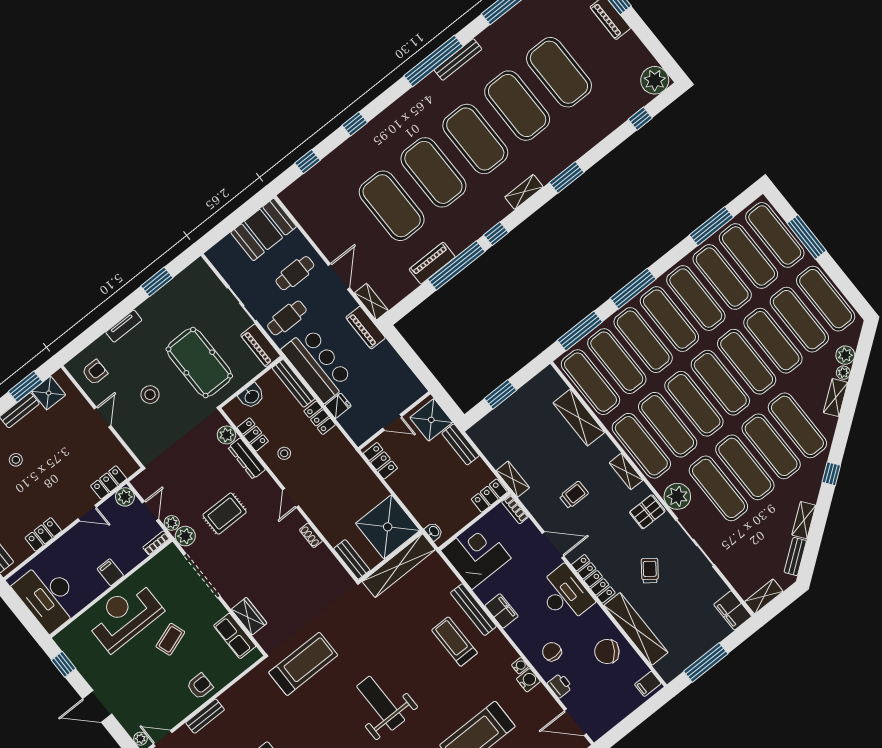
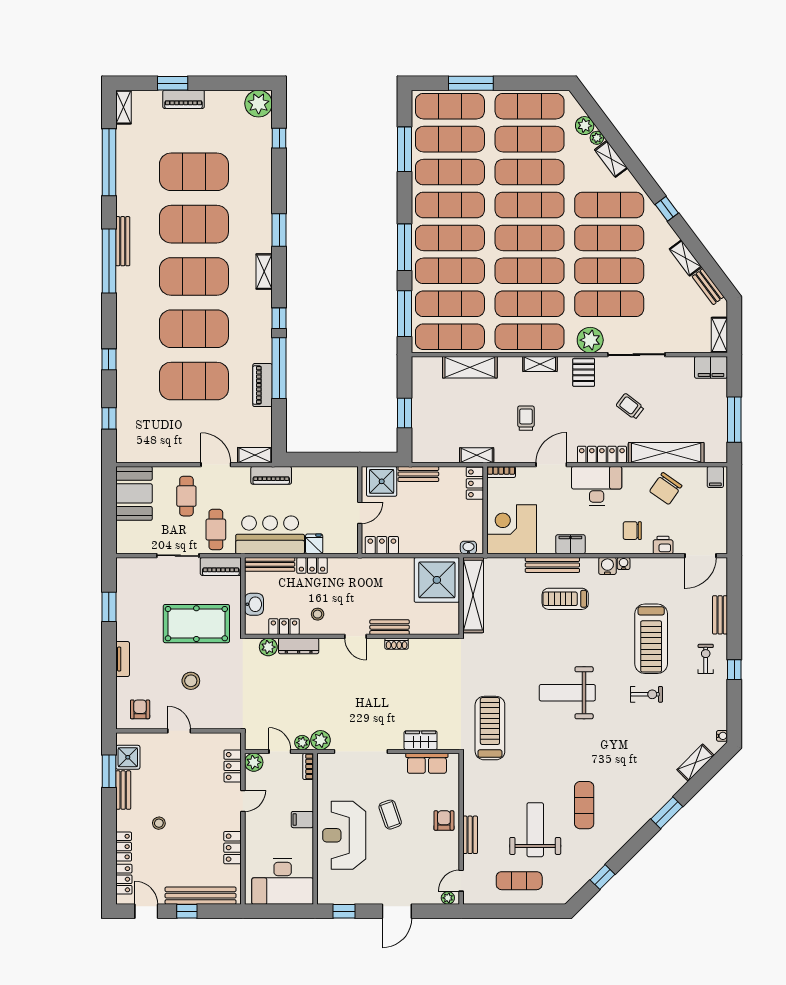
rug: (225, 514) -> (327, 696), removed
bench: (352, 559) -> (390, 627), moved
water cooler: (528, 680) -> (607, 566), moved

